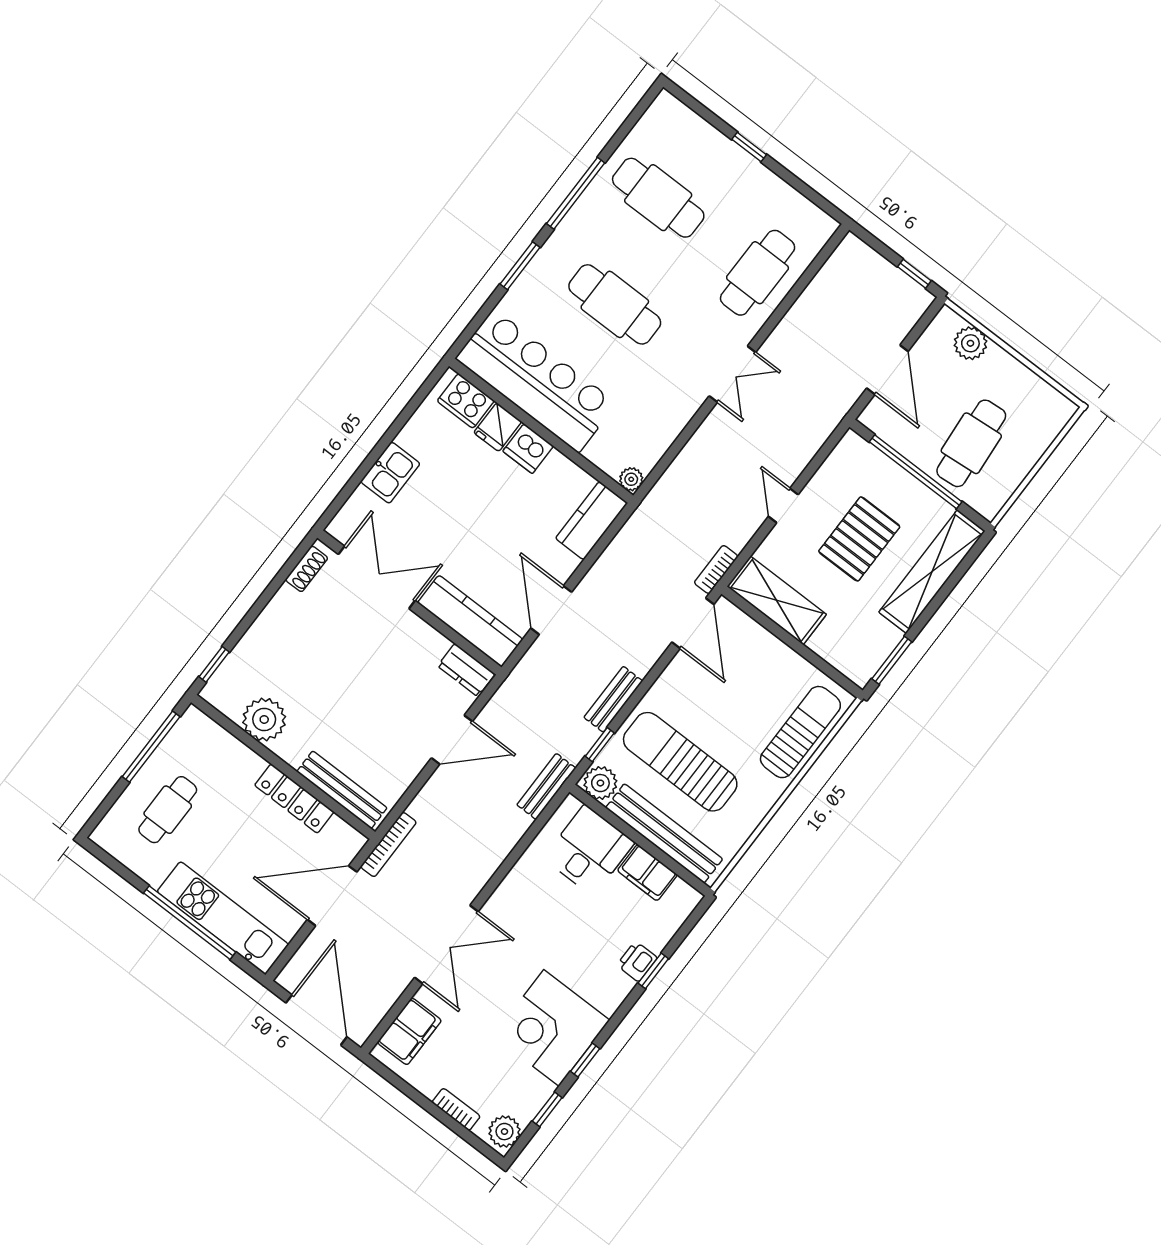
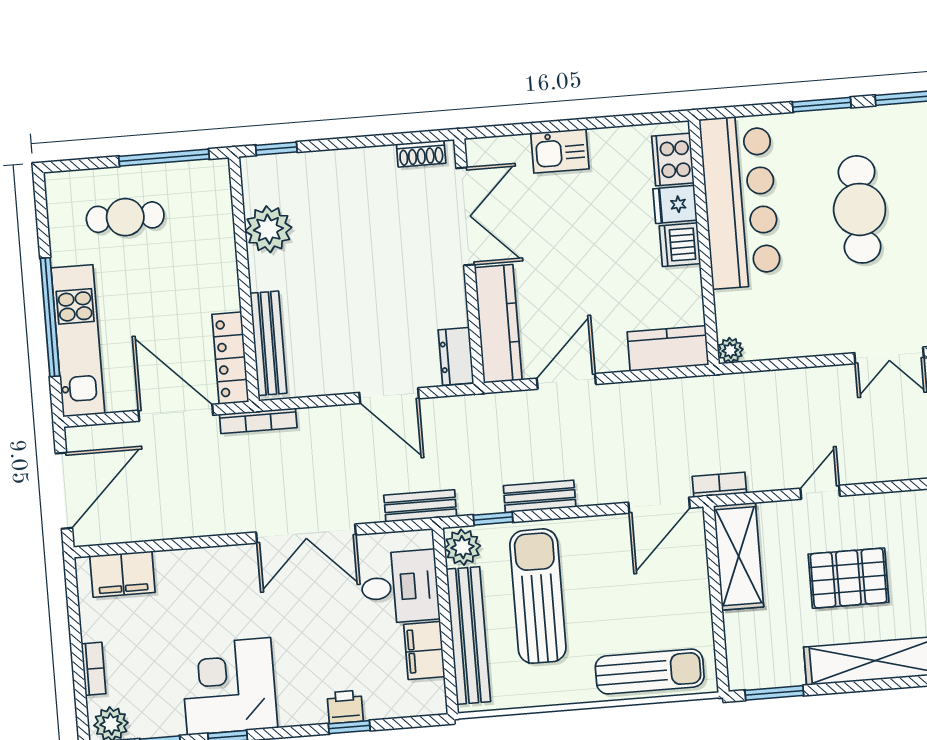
locker: (294, 799) -> (230, 358), moved
double door: (446, 945) -> (306, 534), moved

